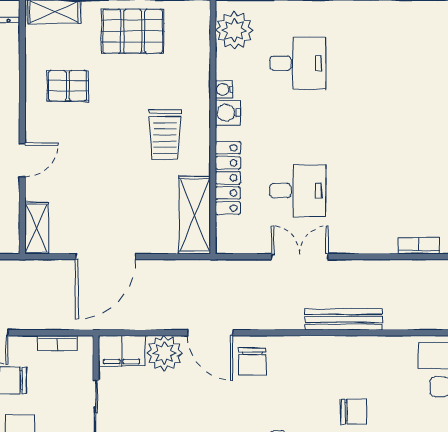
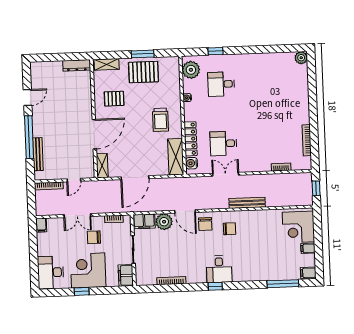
desk: (298, 63) -> (221, 84), turned 180
water cooler: (228, 113) -> (191, 163), moved
door: (22, 160) -> (94, 134), width x1.87
desk: (298, 191) -> (223, 143), turned 180
chair: (354, 411) -> (229, 229), moved

